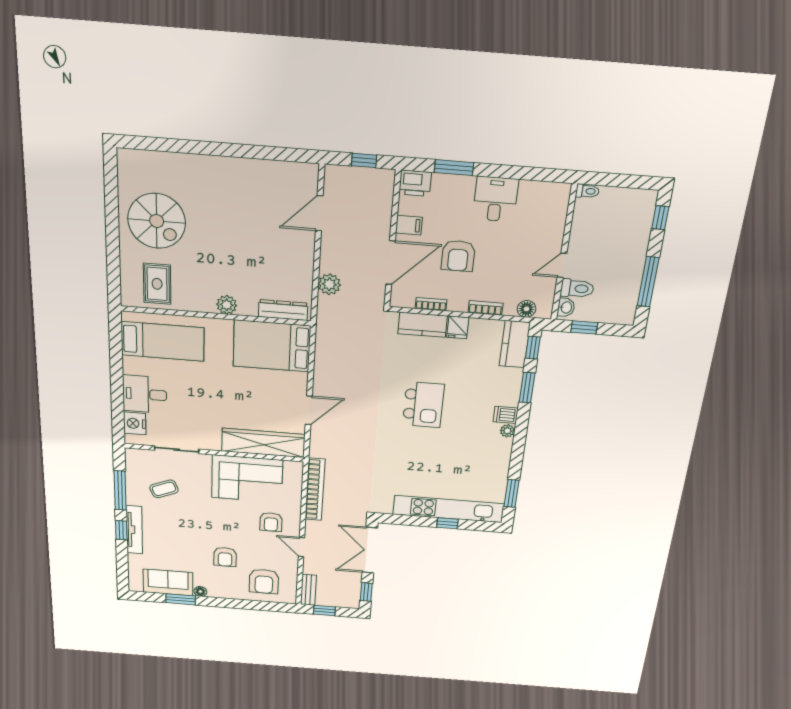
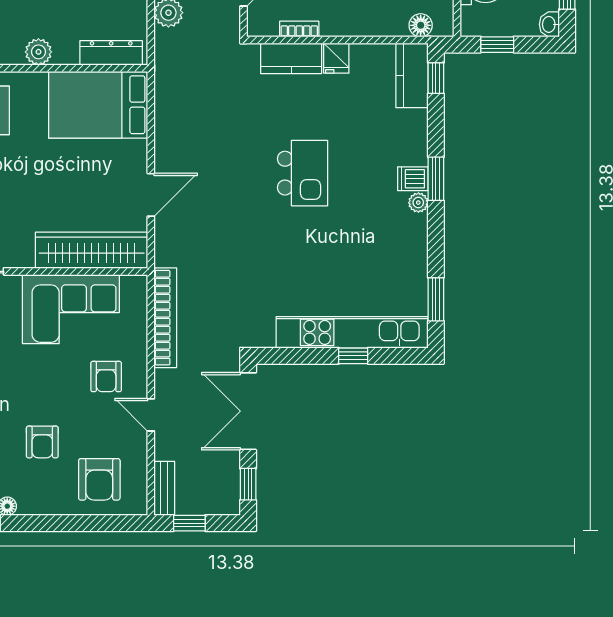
washbasin: (566, 307) -> (549, 24), moved, turned 180
bookcase: (485, 308) -> (369, 28), removed
window: (527, 388) -> (436, 179), moved

